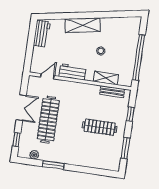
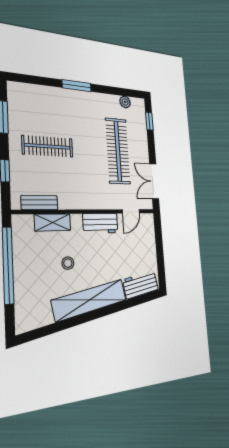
shelving: (83, 25) -> (90, 300), width x1.47
workbench: (42, 34) -> (141, 285), moved, turned 80
double door: (21, 108) -> (154, 181), moved
window: (53, 165) -> (77, 86), moved

